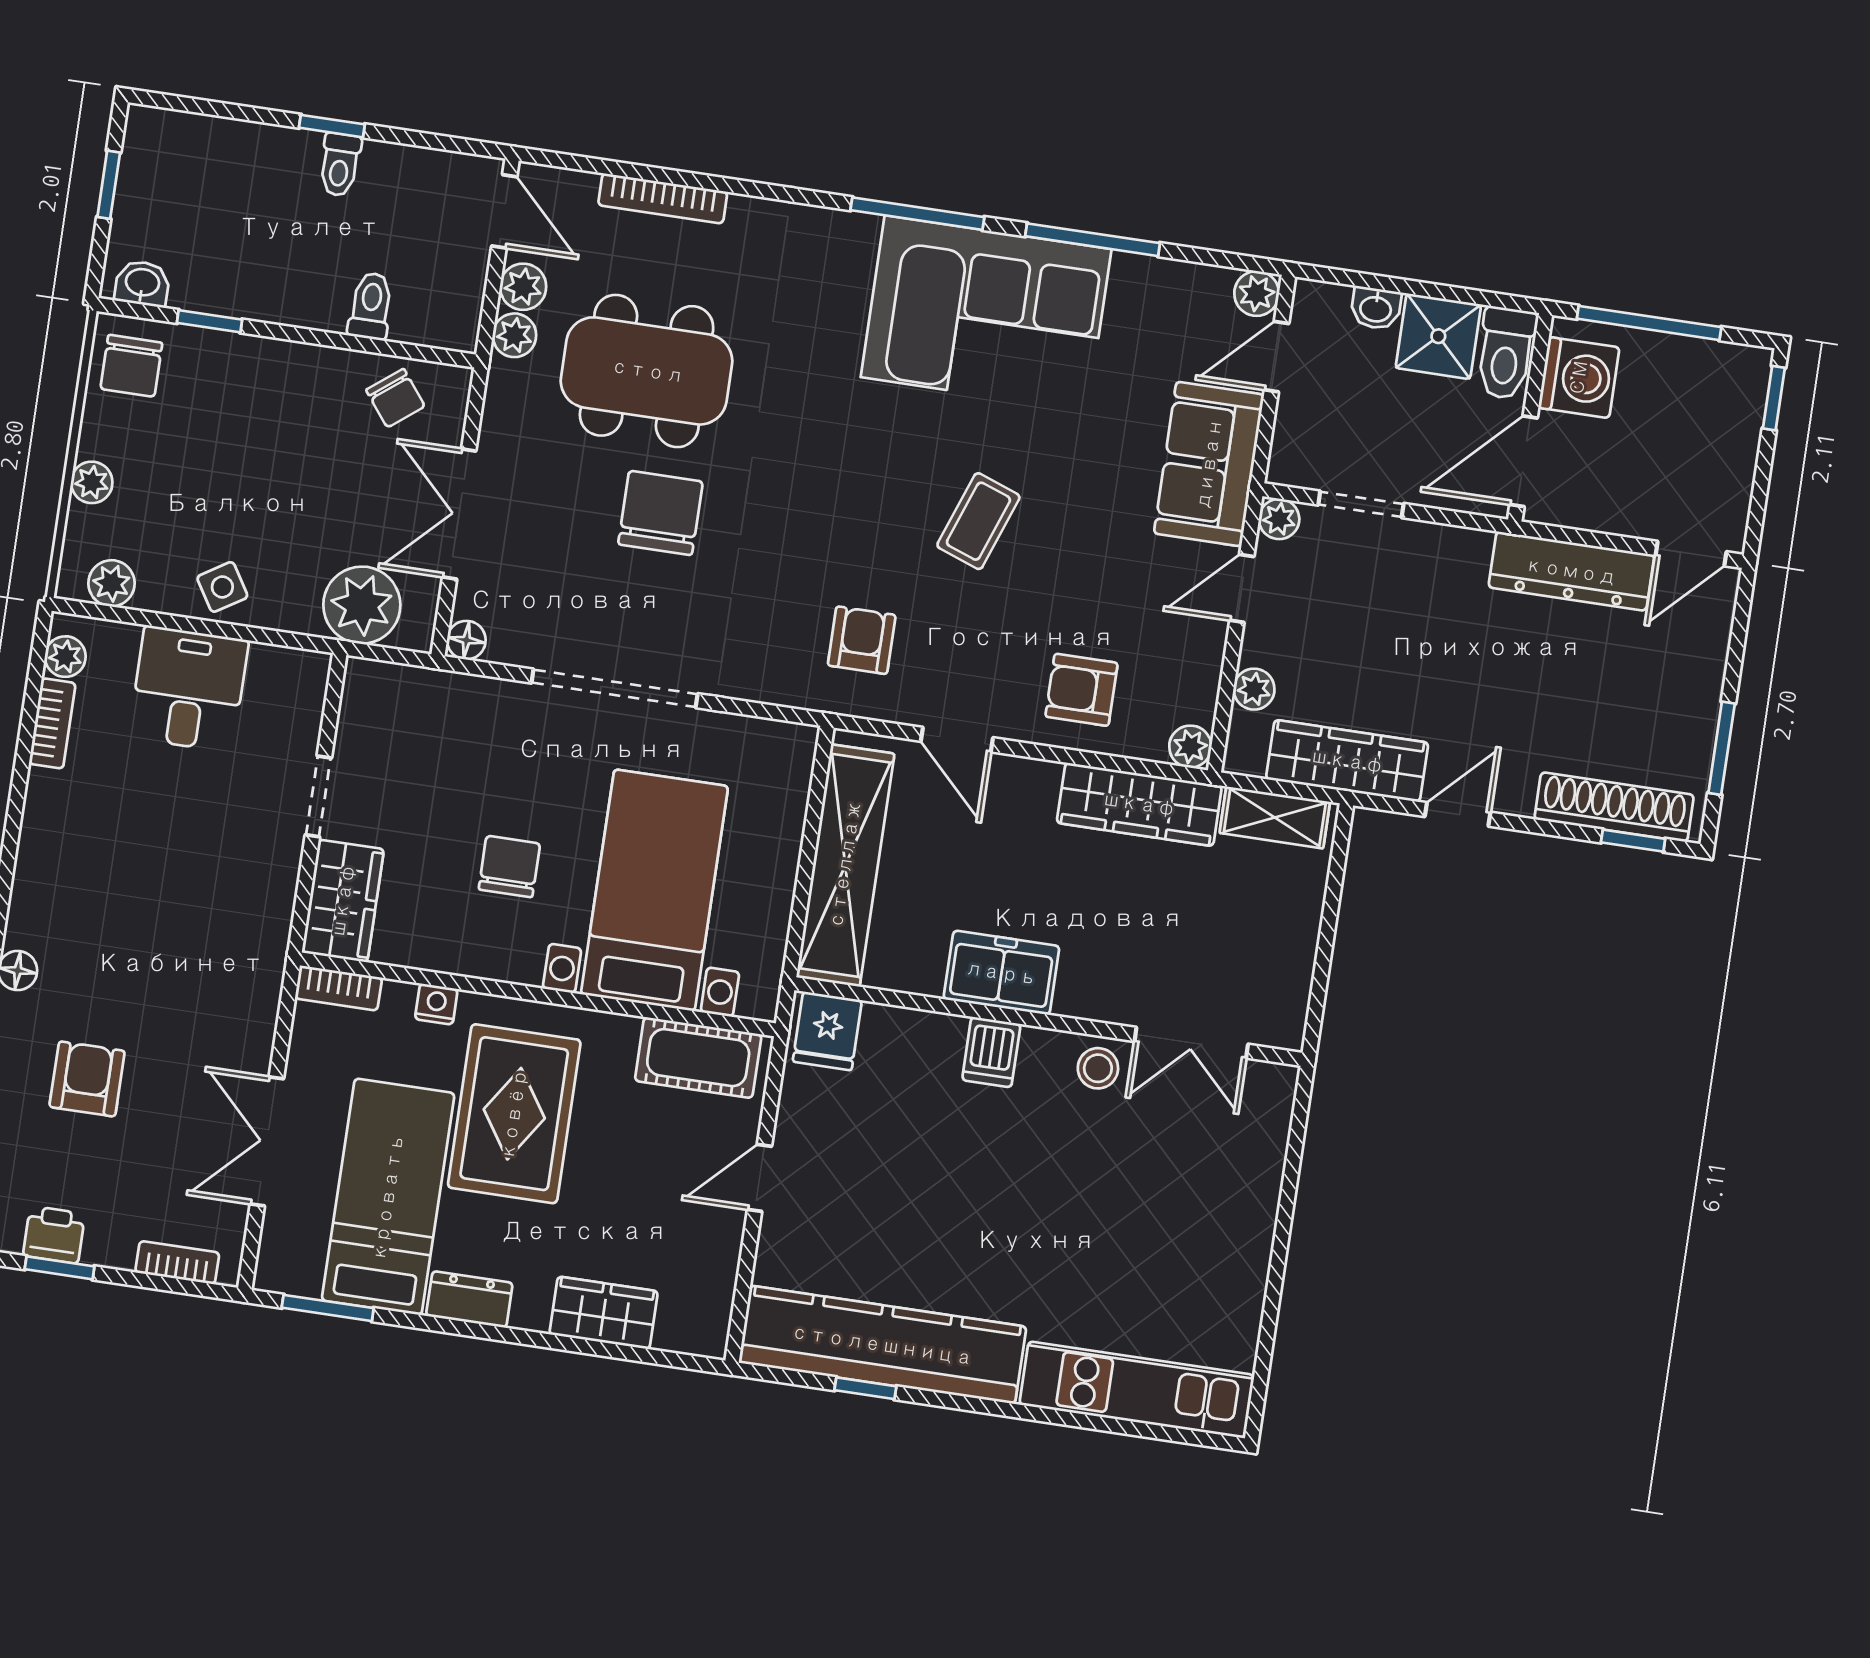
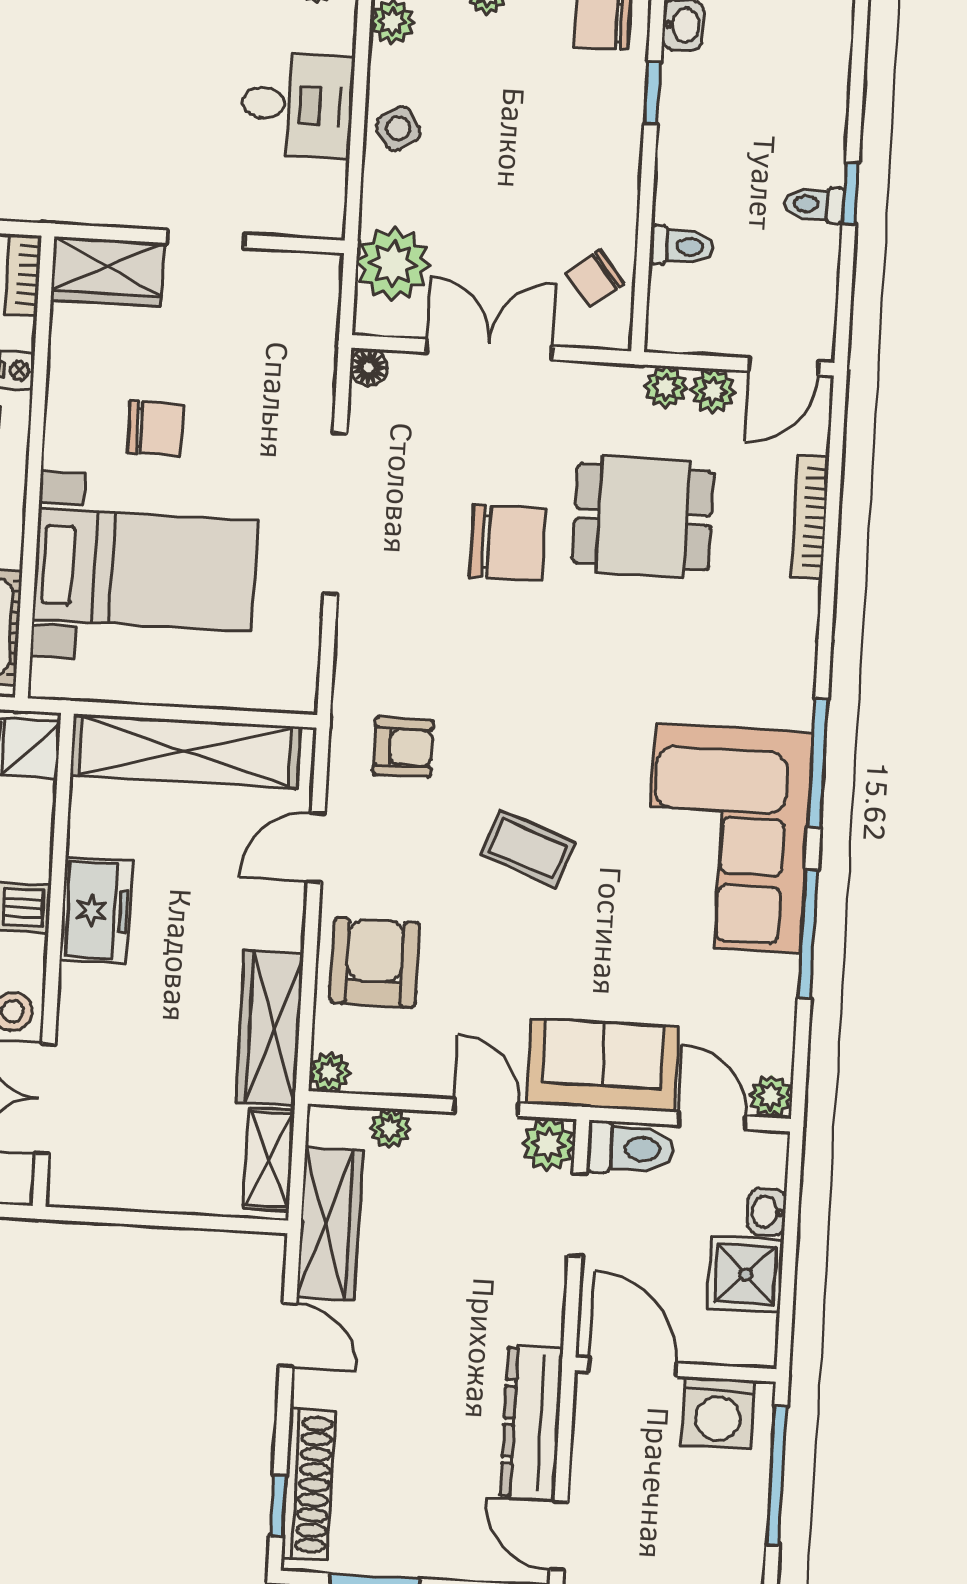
toilet: (1506, 353) -> (630, 1148), moved, turned 180
dining table: (647, 371) -> (643, 517), width x0.73
plant: (1279, 519) -> (548, 1144), width x1.38, depth x1.38
armchair: (1081, 690) -> (375, 963), width x1.38, depth x1.38

